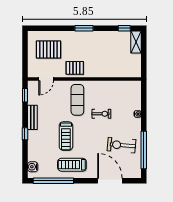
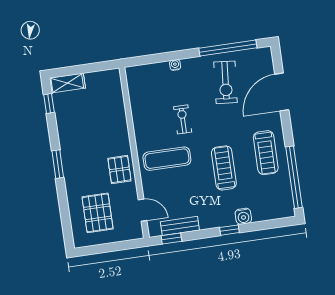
bench: (32, 117) -> (180, 226), moved
treadmill: (66, 136) -> (224, 168), turned -90
water cooler: (33, 167) -> (243, 216), moved

